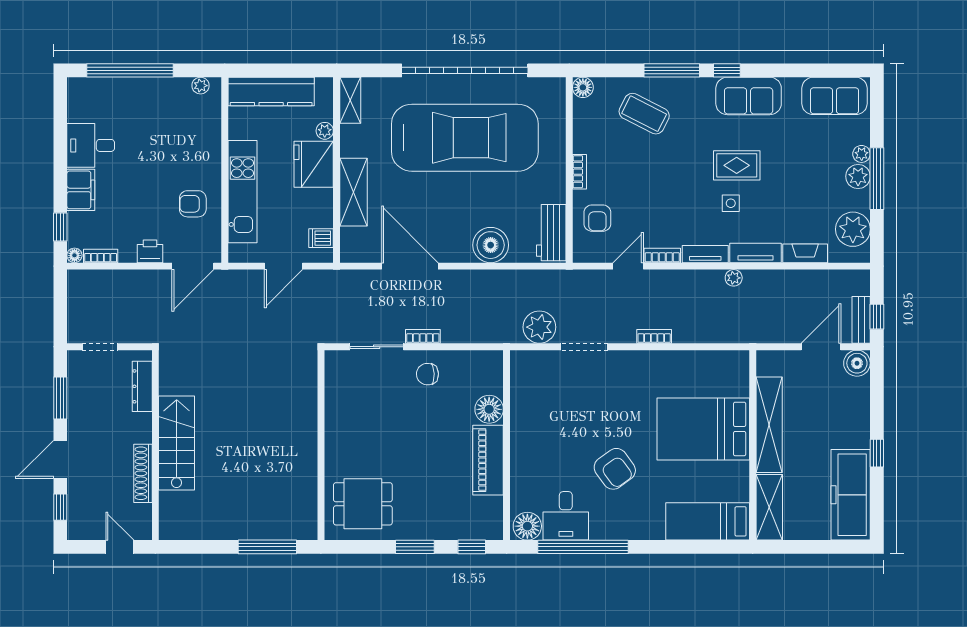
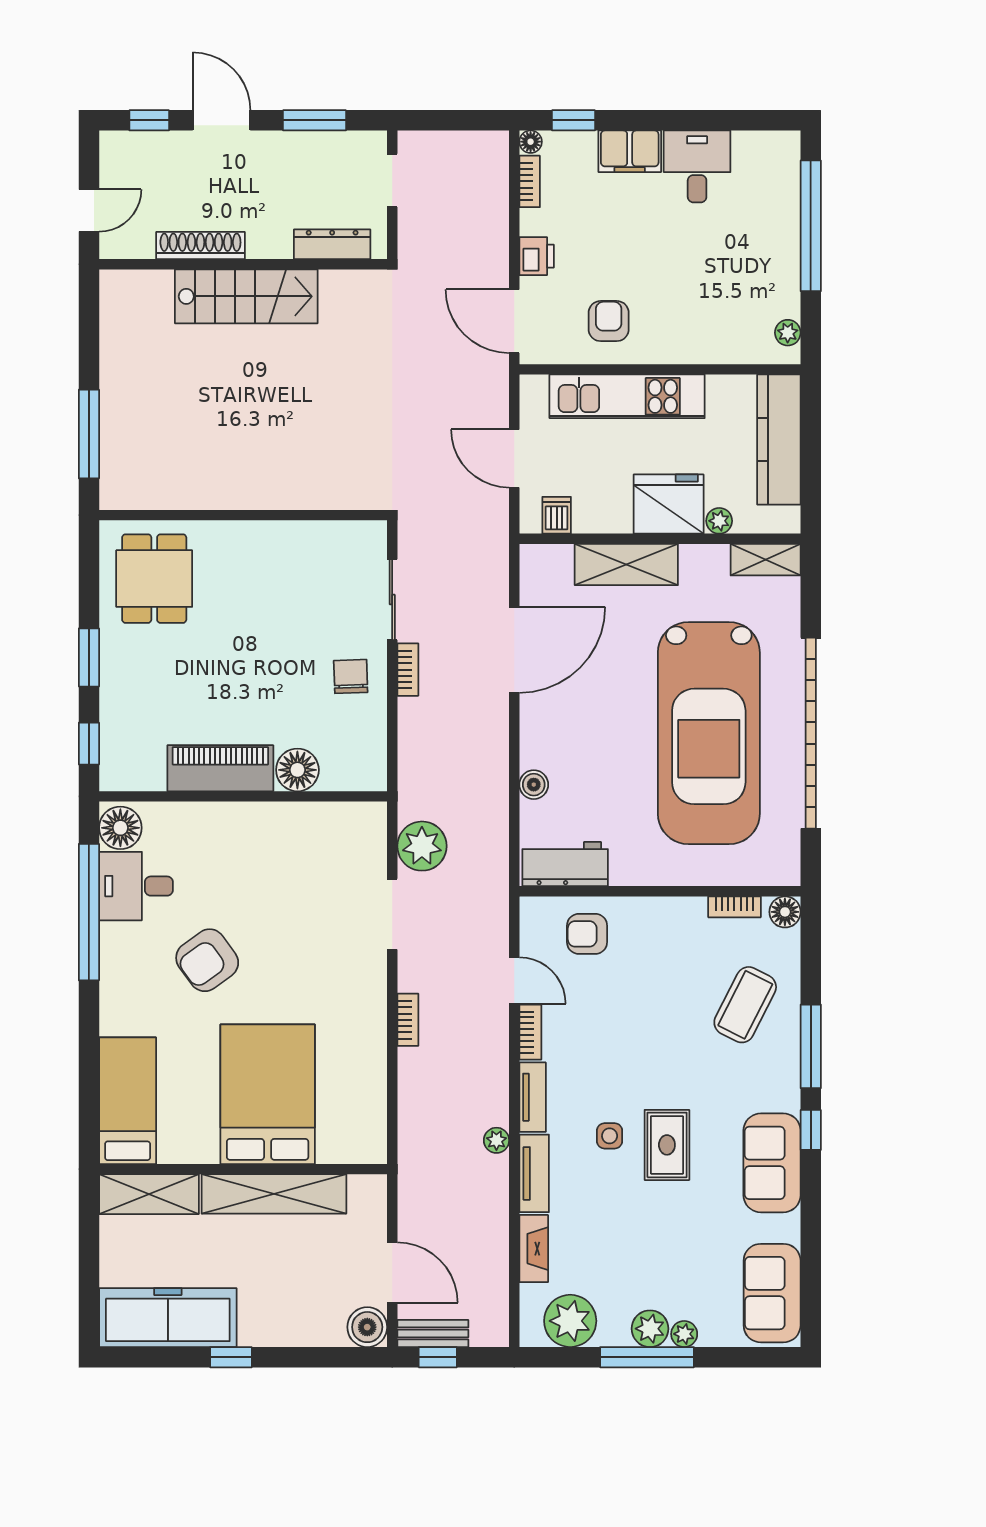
bookcase: (580, 172) -> (734, 907), moved
boiler: (491, 245) -> (534, 785), width x0.54, depth x0.54

